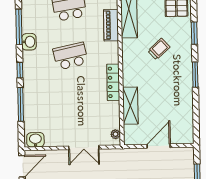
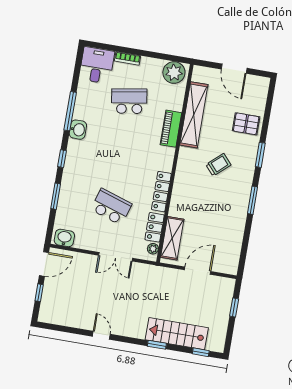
school desk: (70, 56) -> (111, 207), moved, turned 30
window: (21, 104) -> (56, 196), width x0.69
shelving: (130, 106) -> (172, 238), moved
locker: (113, 115) -> (155, 227), added

